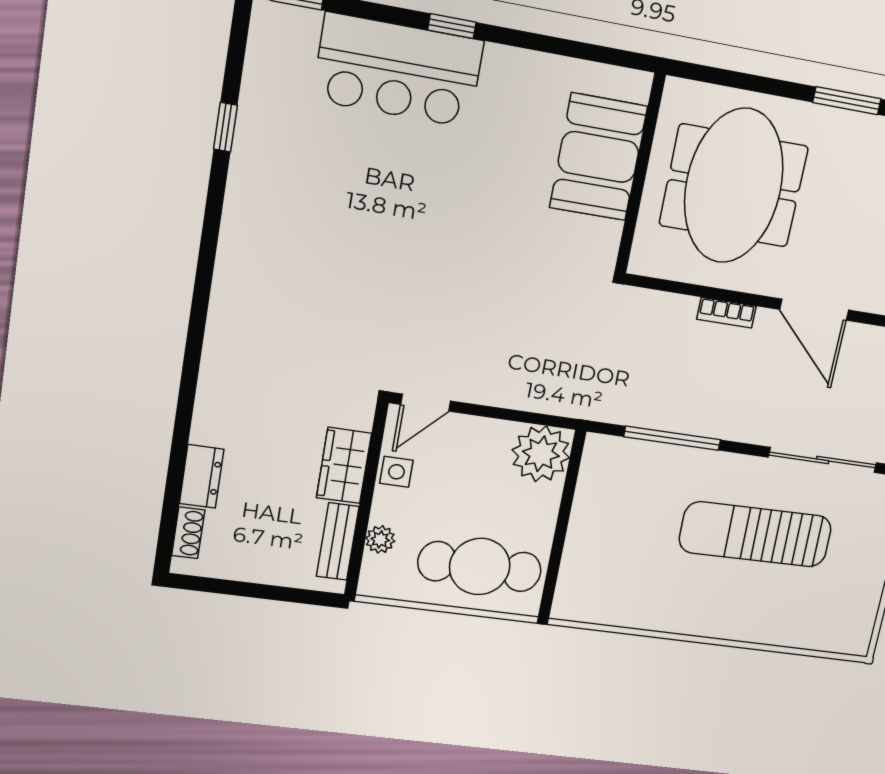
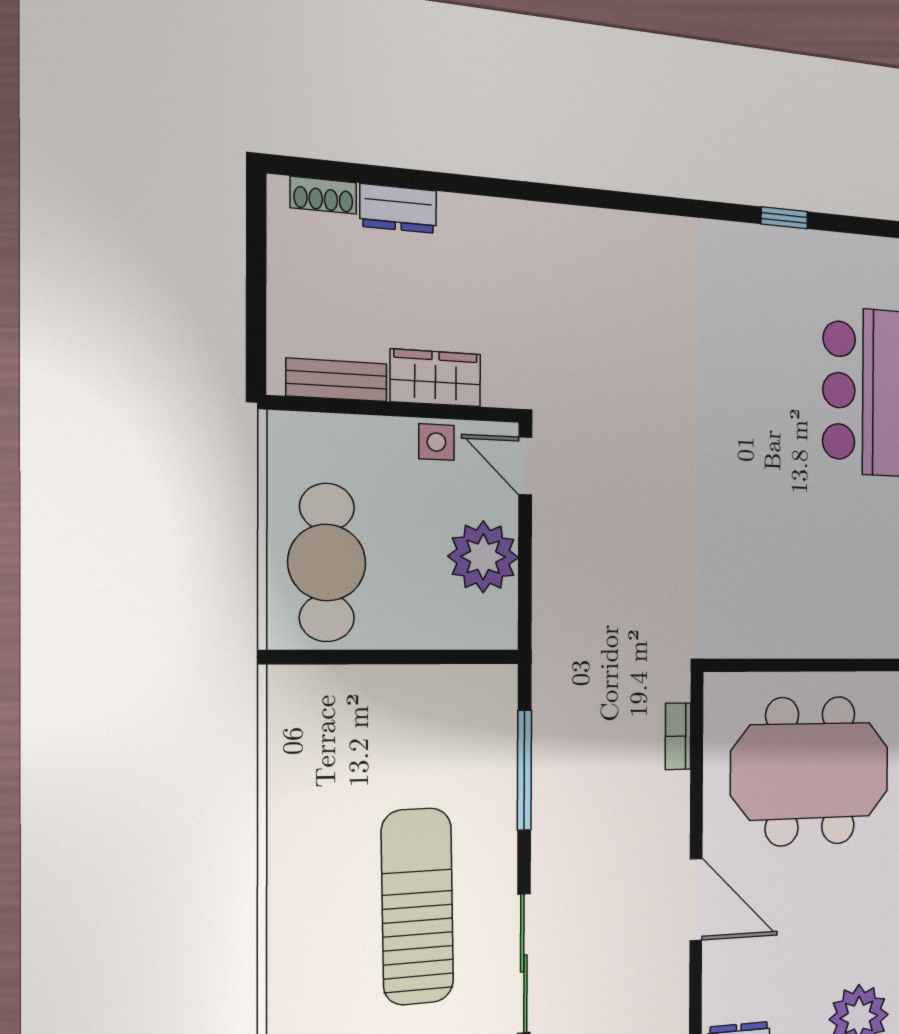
booth: (598, 157) -> (816, 616), removed
door: (814, 310) -> (696, 900), swing flipped
bookcase: (726, 313) -> (678, 736), moved
plant: (541, 454) -> (483, 557), moved
plant: (380, 539) -> (346, 432), removed

